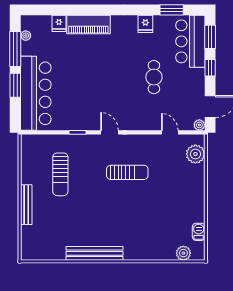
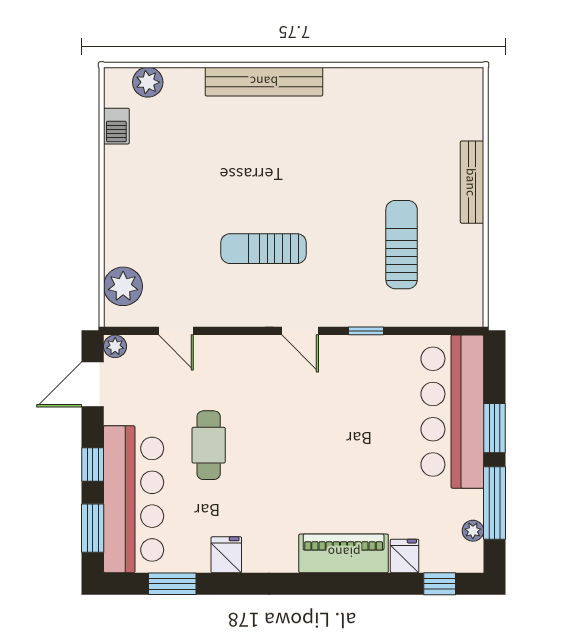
window: (42, 10) -> (440, 584), added
bar counter: (190, 41) -> (134, 499), width x1.36
bench: (94, 253) -> (264, 82), moved

